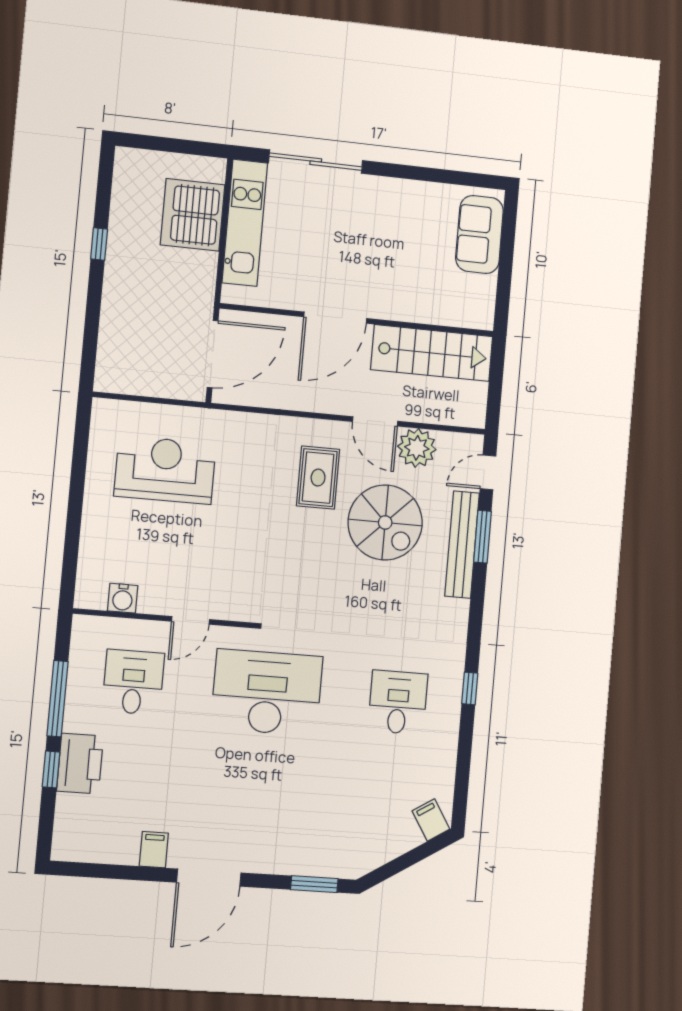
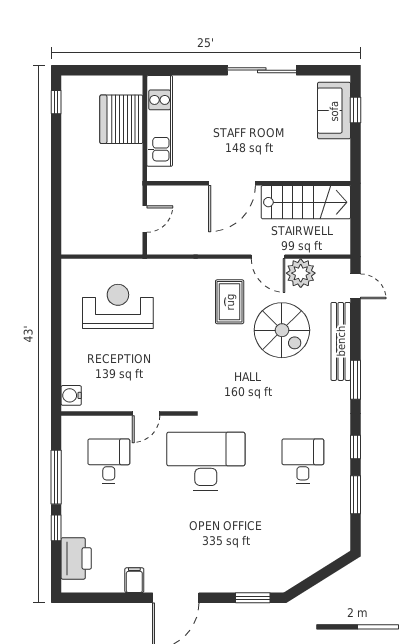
sliding door: (316, 162) -> (262, 70), moved
window: (508, 237) -> (356, 110), added
window: (99, 244) -> (56, 102), moved
door: (213, 354) -> (145, 219), width x0.53
door: (488, 472) -> (356, 286), swing flipped
window: (483, 537) -> (356, 380), moved
water cooler: (123, 598) -> (71, 395), moved, turned 90
window: (464, 753) -> (356, 495), added
printer: (80, 764) -> (76, 558), moved
filing cabinet: (431, 820) -> (335, 546), removed

